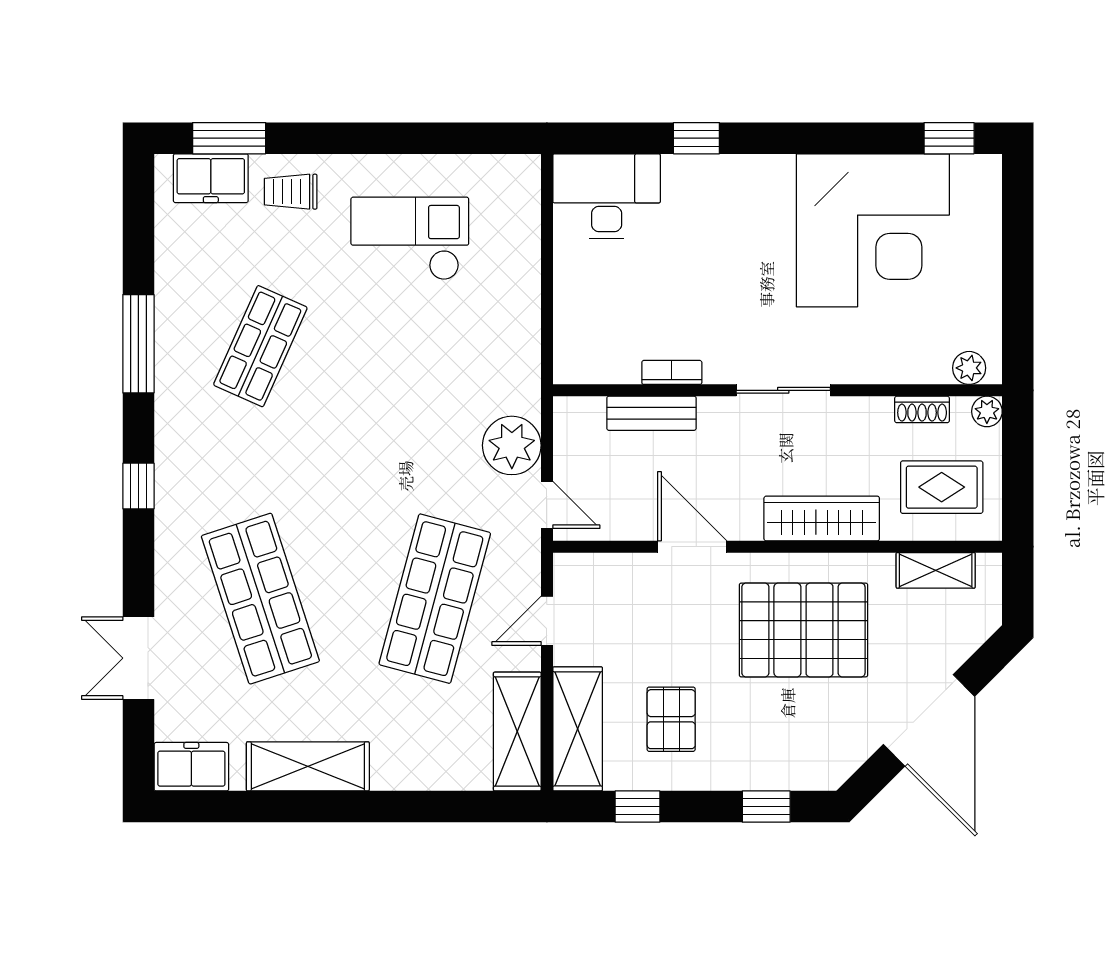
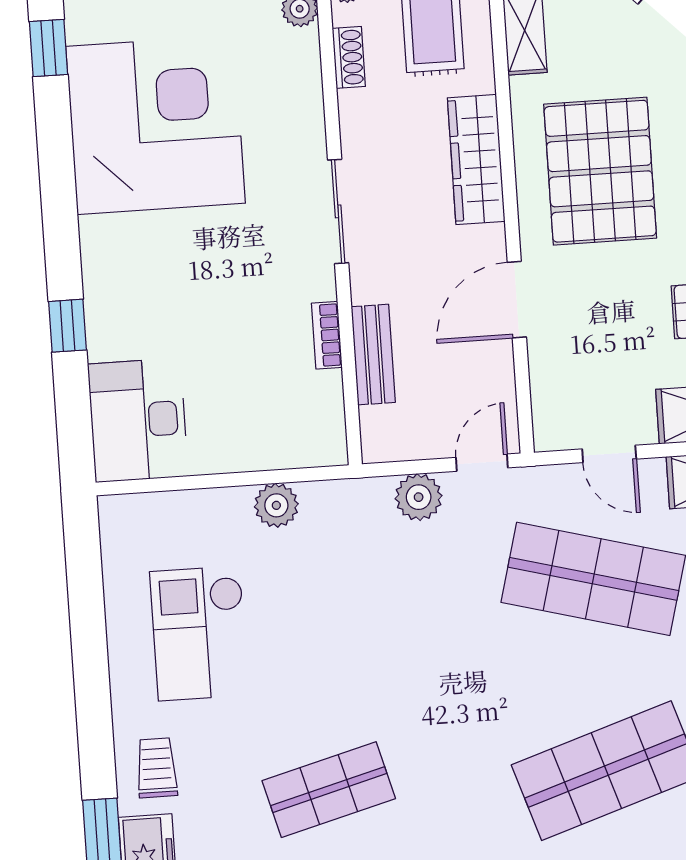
trolley: (291, 192) -> (157, 768), turned 180
plant: (521, 316) -> (276, 505), added
shop shelf: (260, 346) -> (329, 790), turned -39
plant: (512, 445) -> (419, 497), width x0.73, depth x0.73

